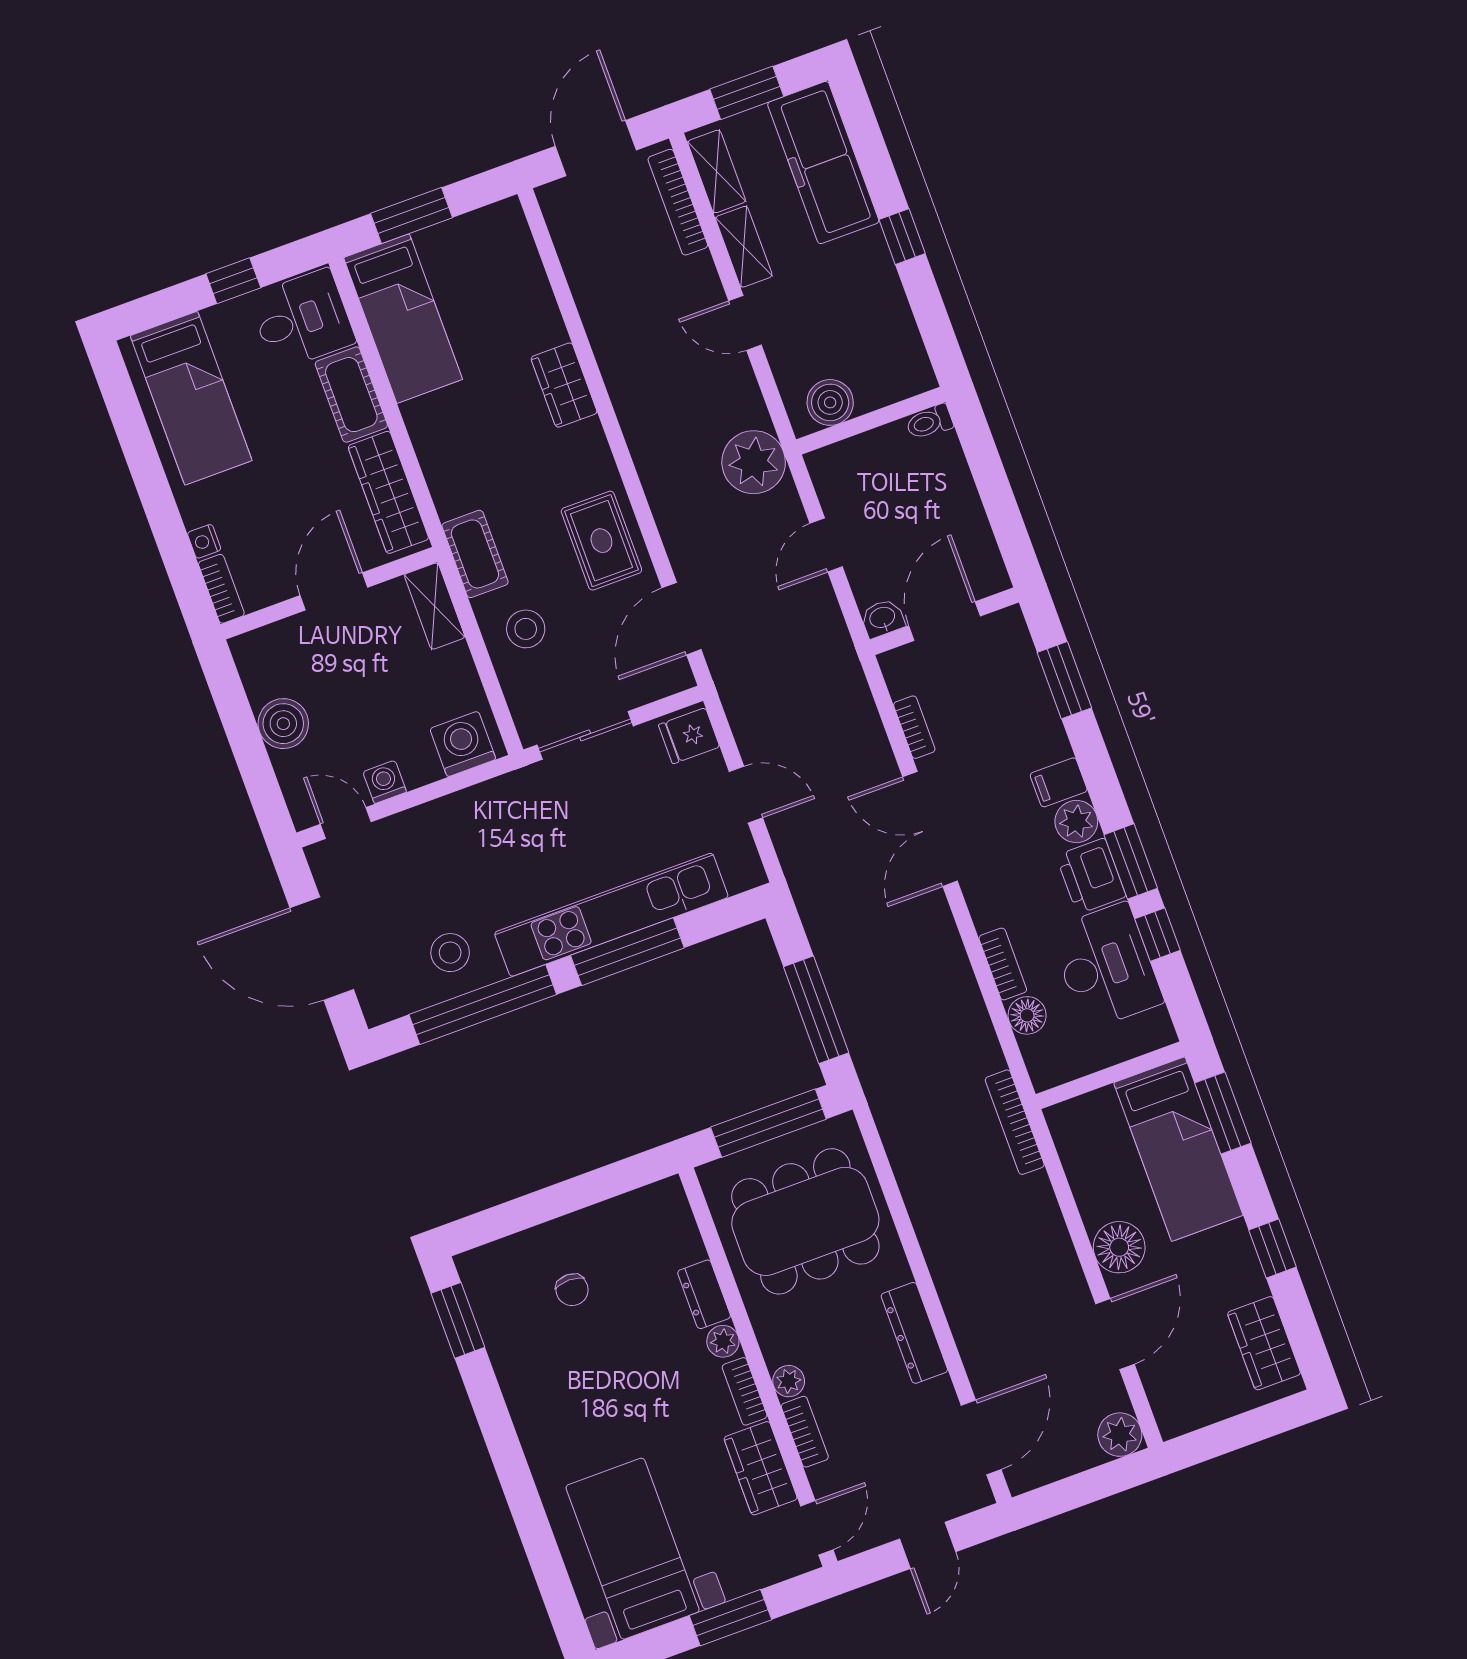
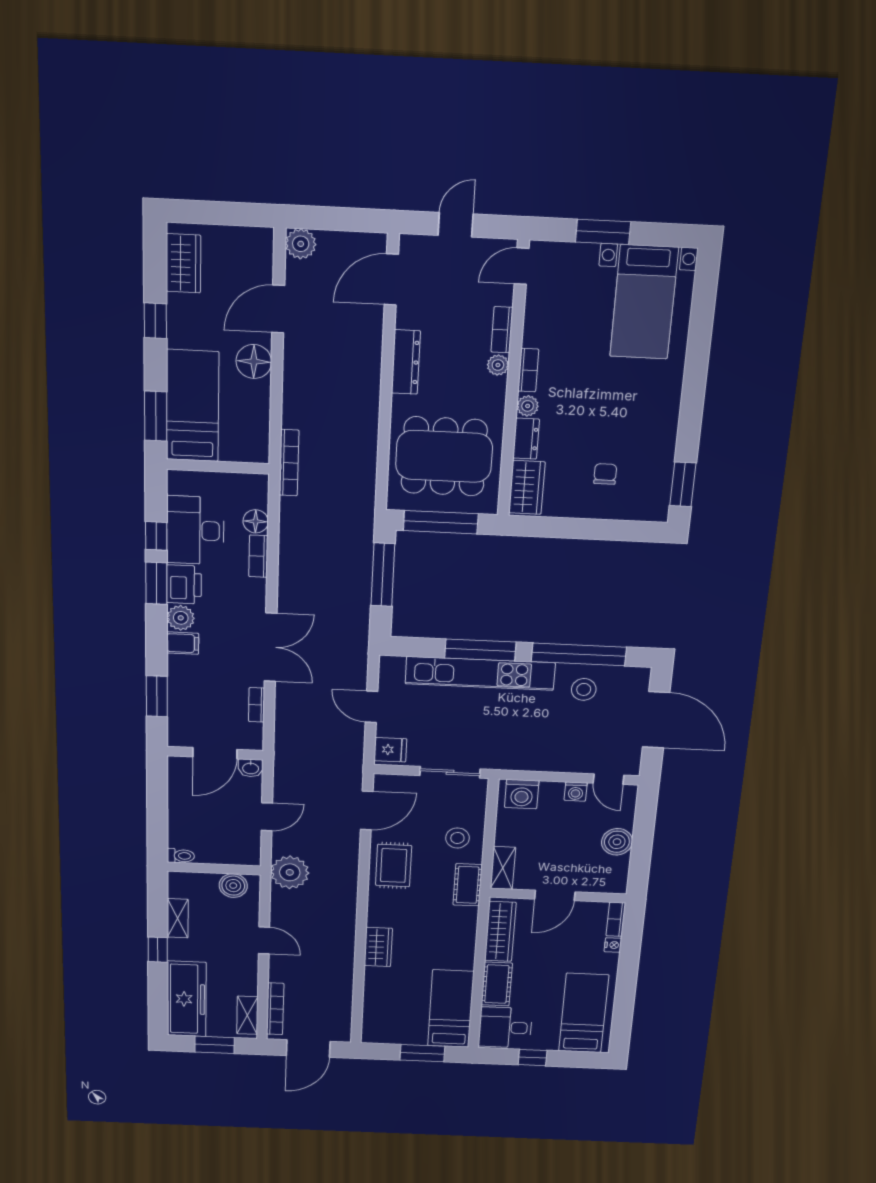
shelving: (744, 247) -> (178, 918), moved
wardrobe: (761, 1468) -> (527, 487), moved

